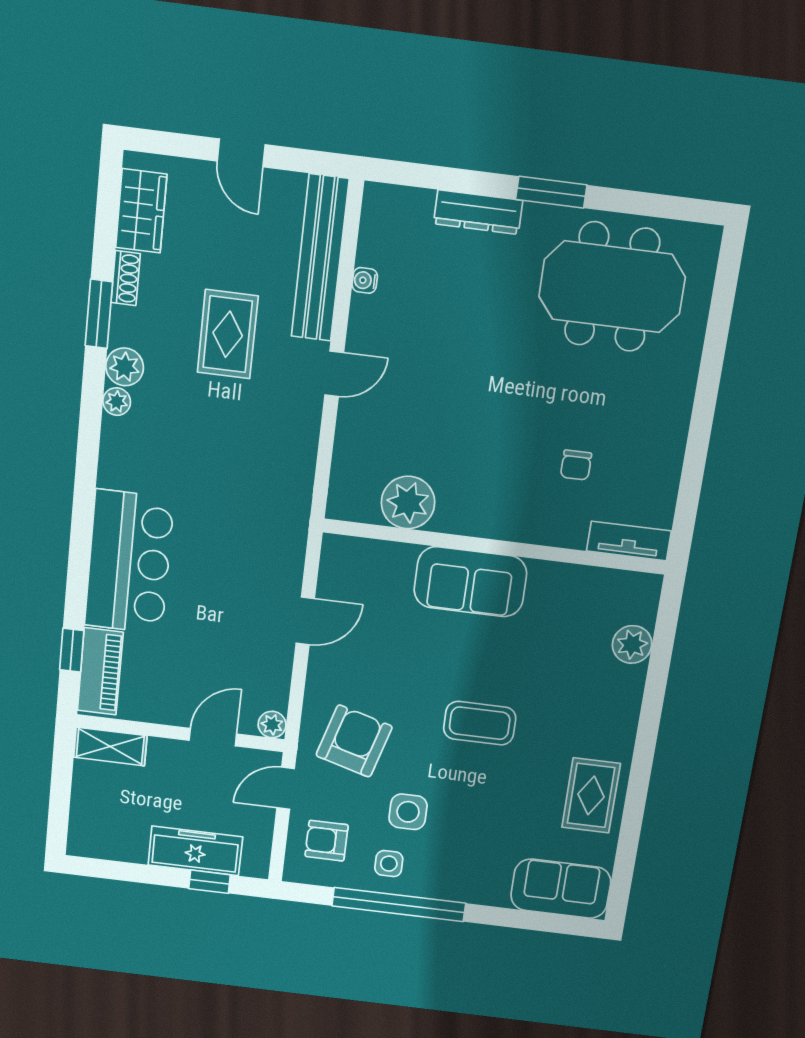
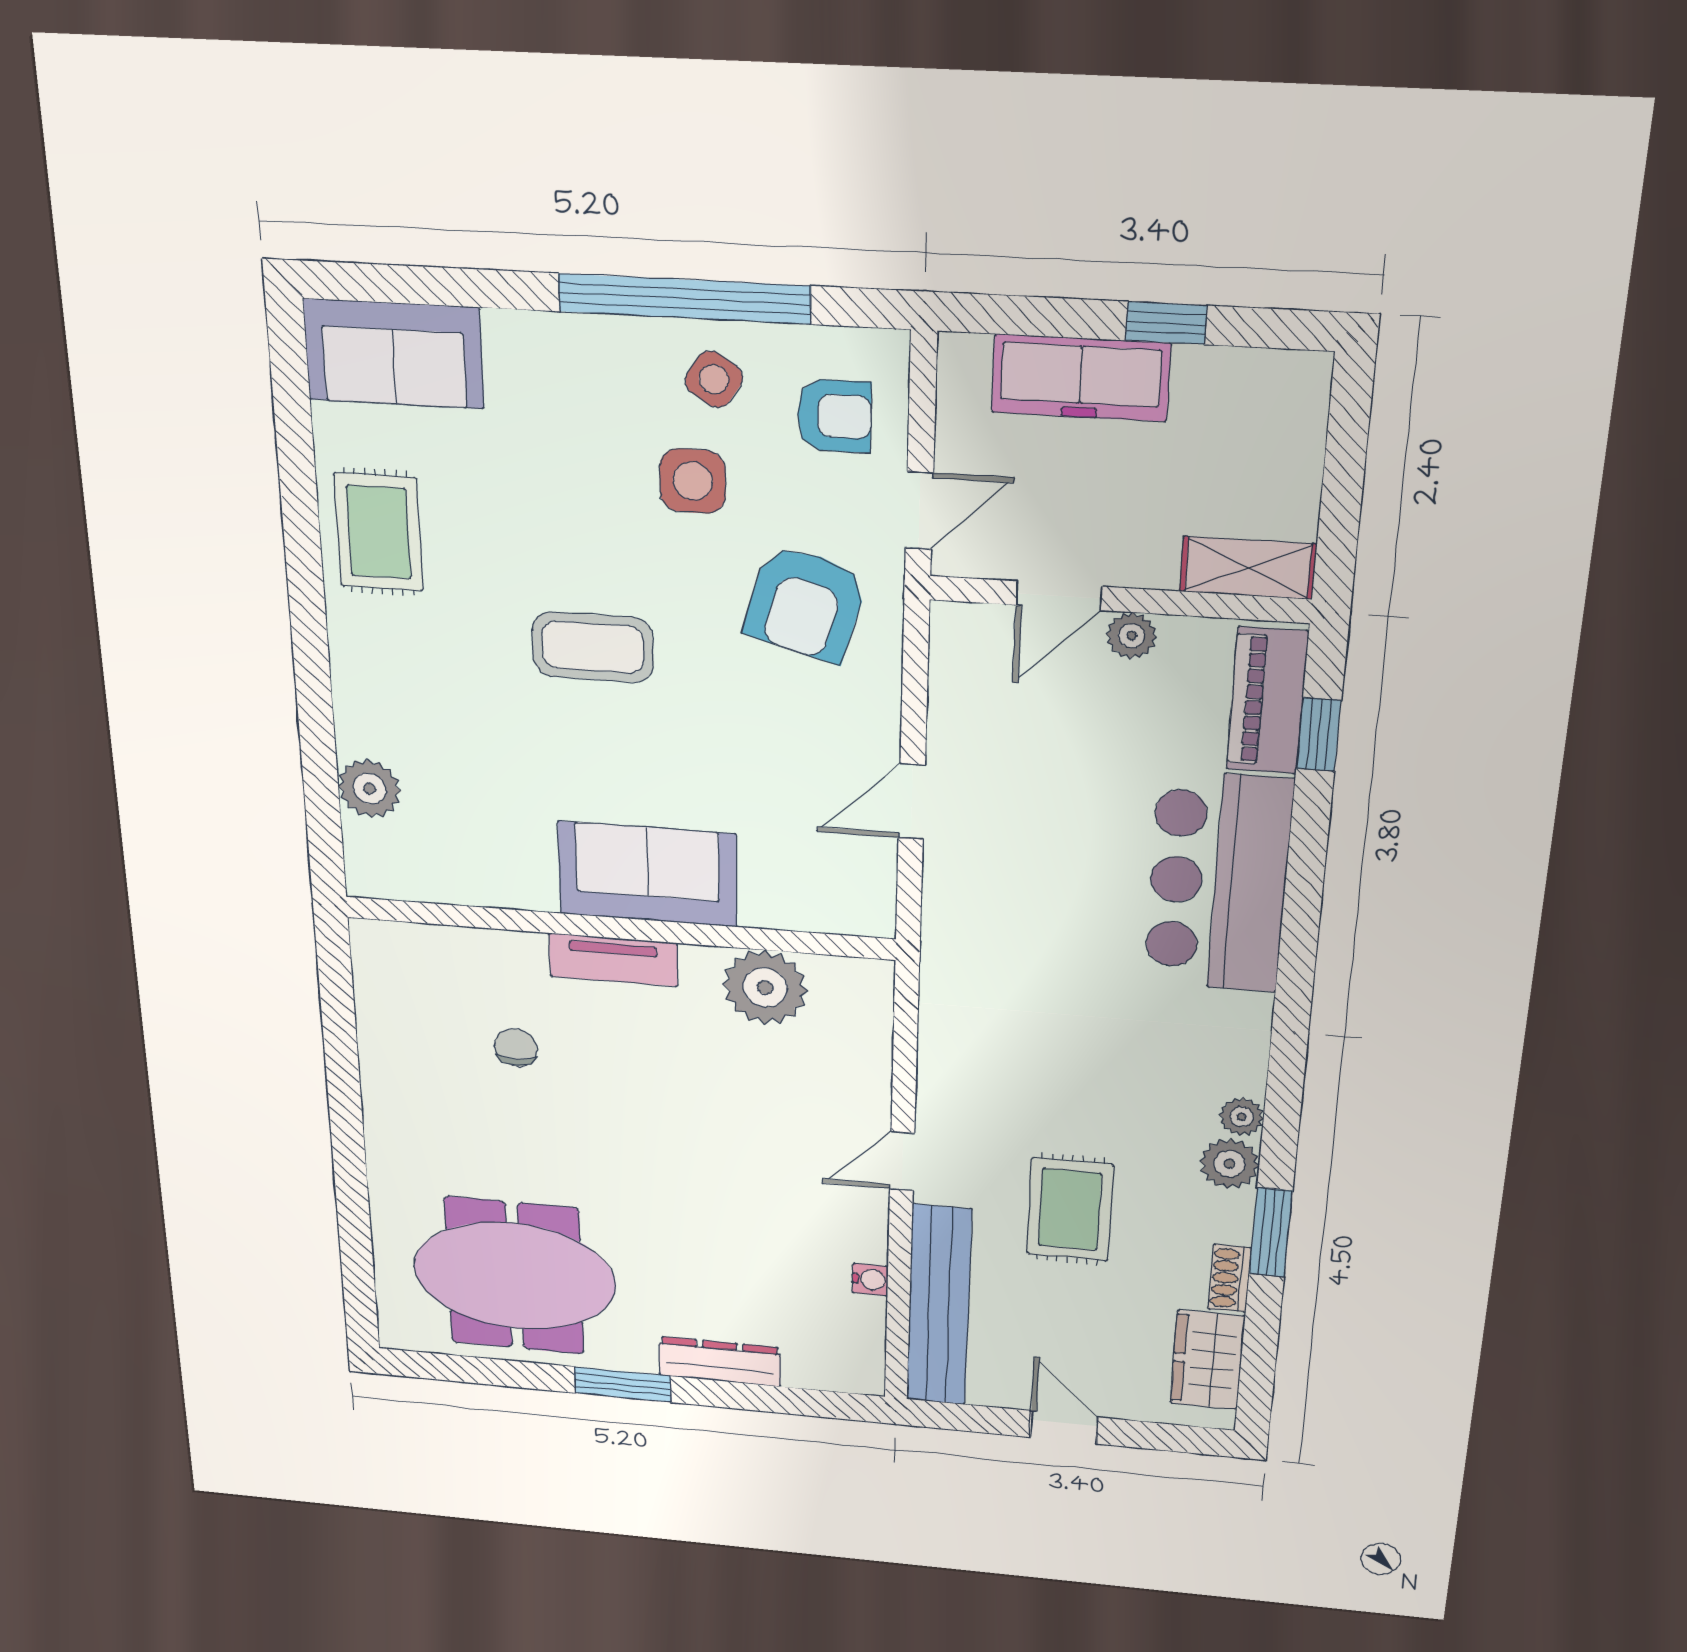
tv unit: (629, 541) -> (613, 960), moved
plant: (272, 725) -> (1132, 636), moved
side table: (389, 864) -> (714, 379), turned 33
window: (210, 882) -> (1166, 323), moved

